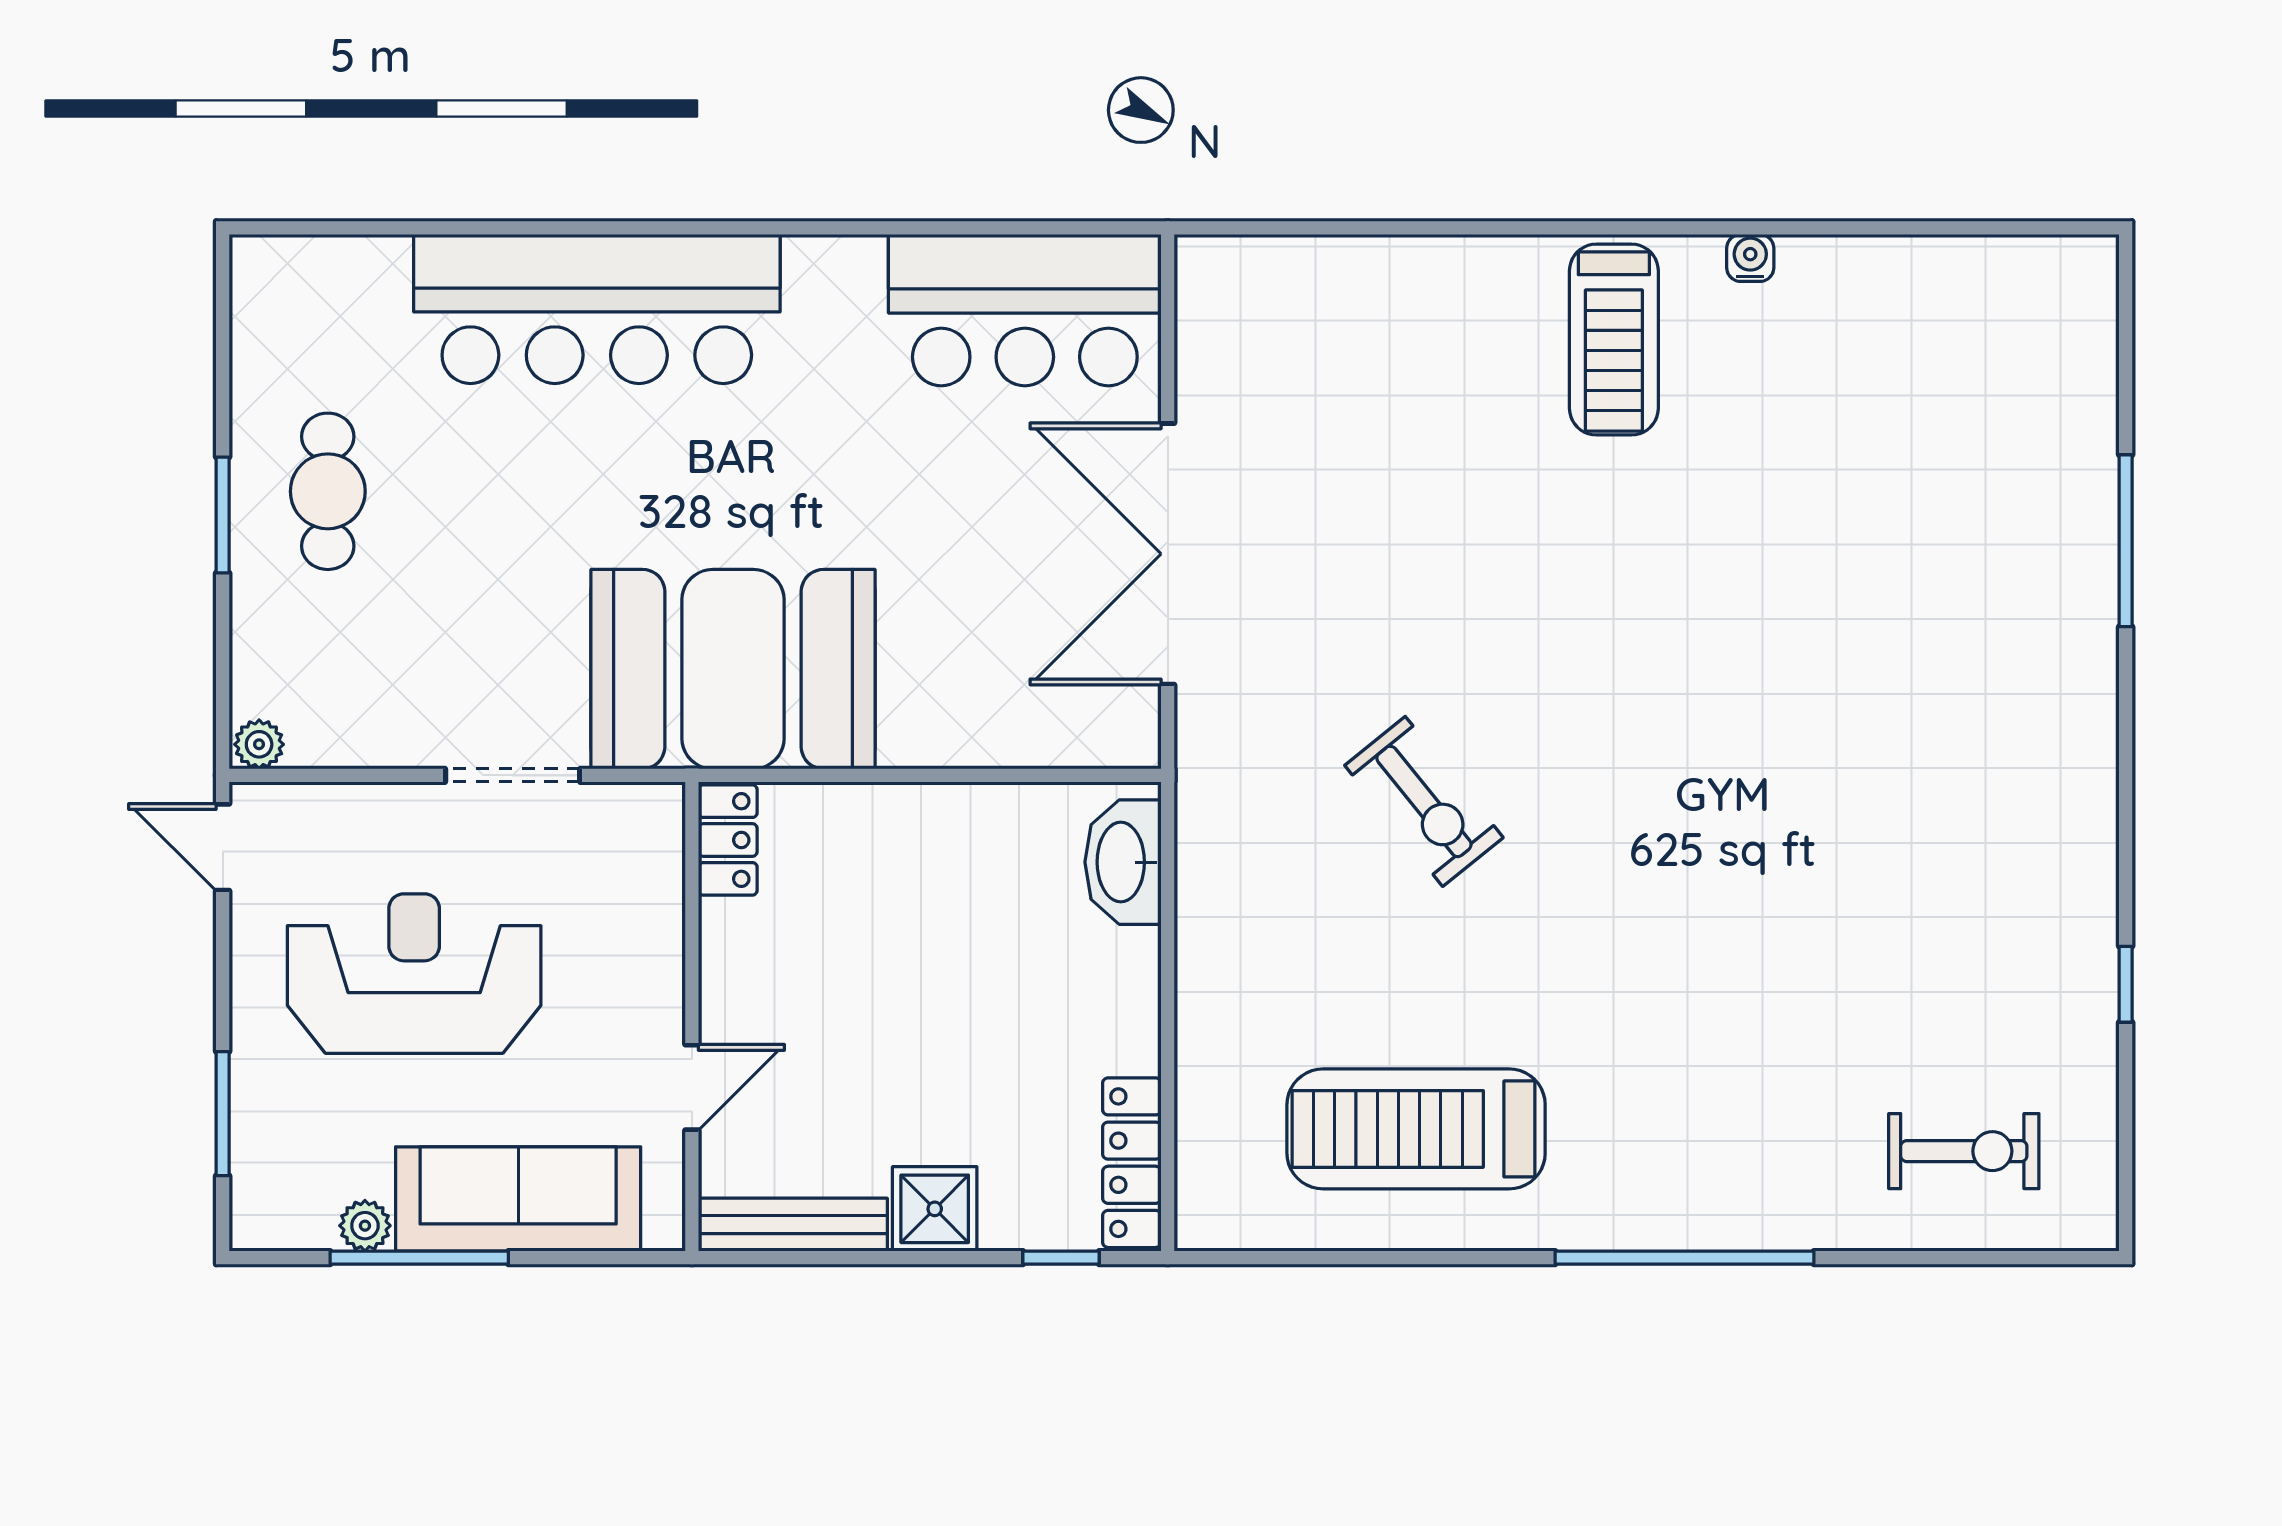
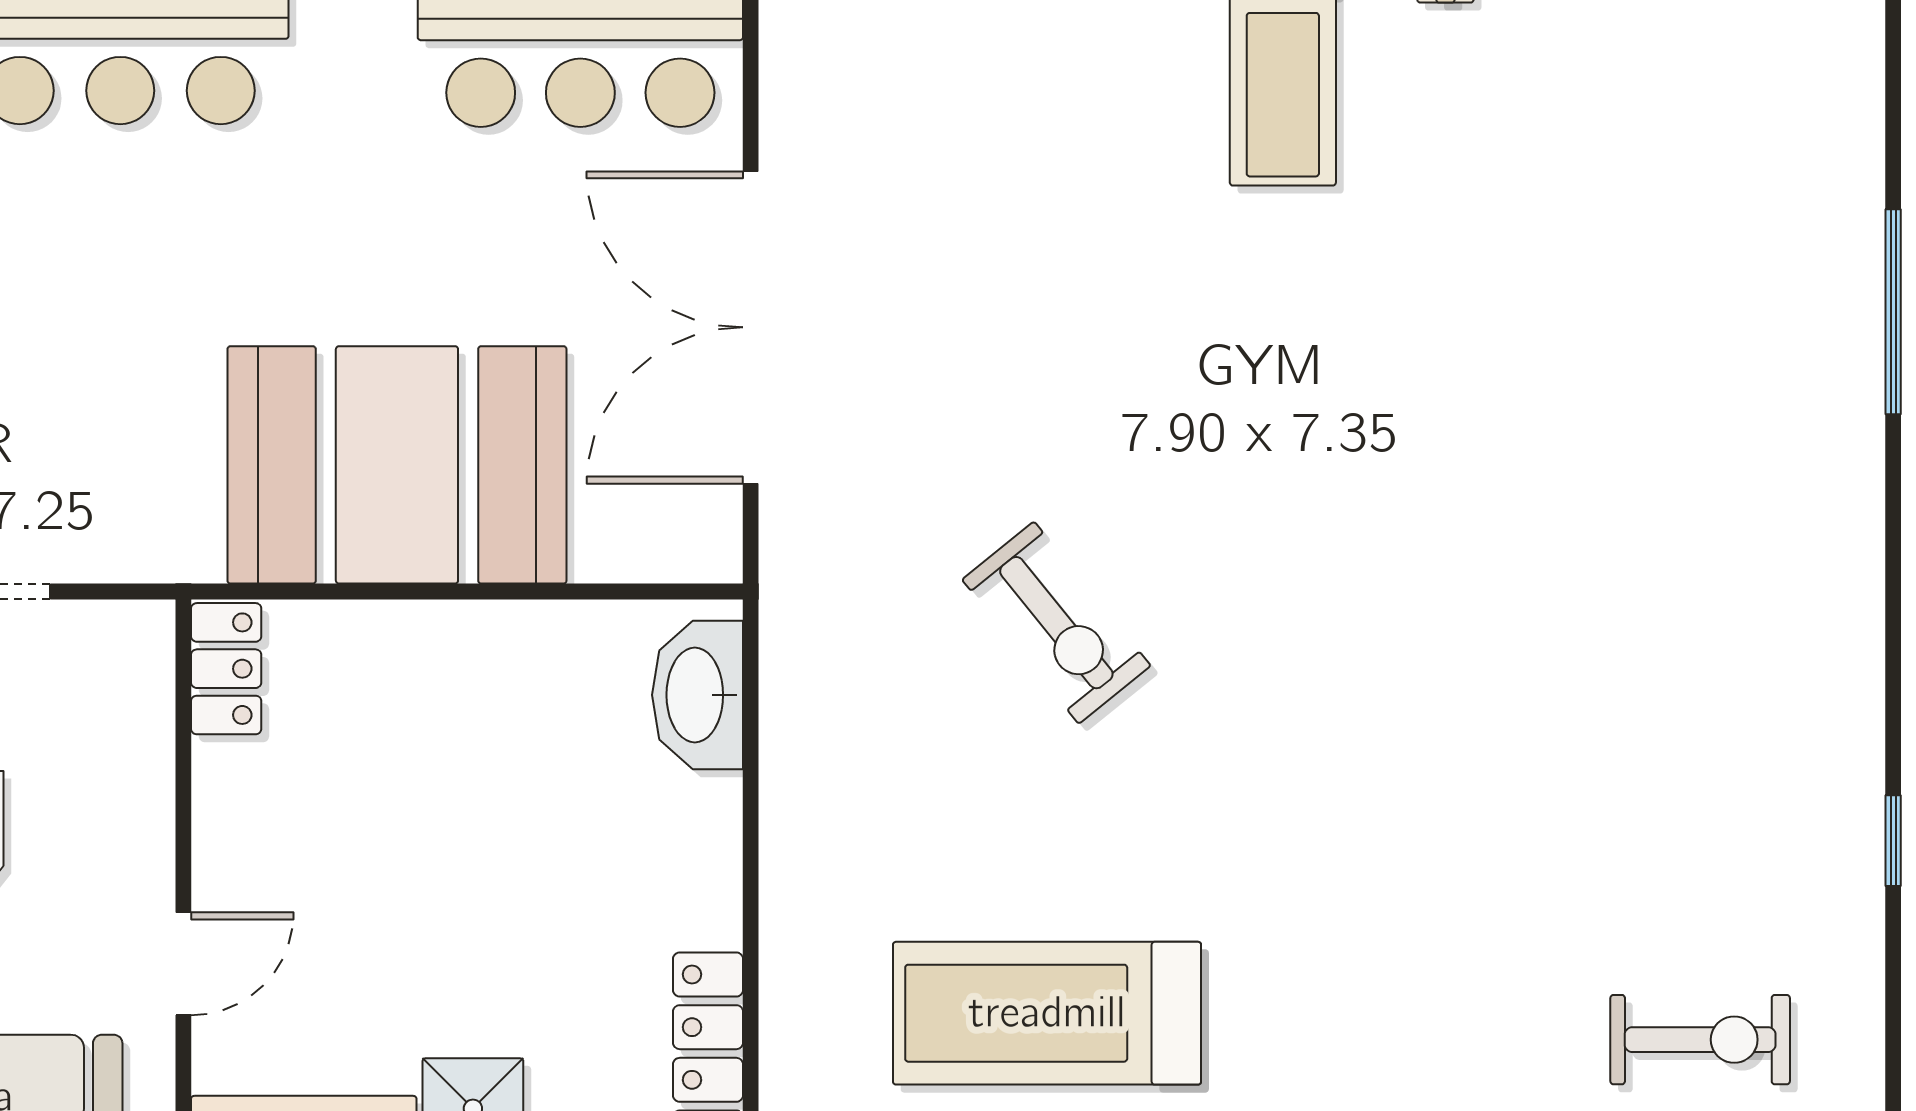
booth: (733, 669) -> (397, 465), moved

